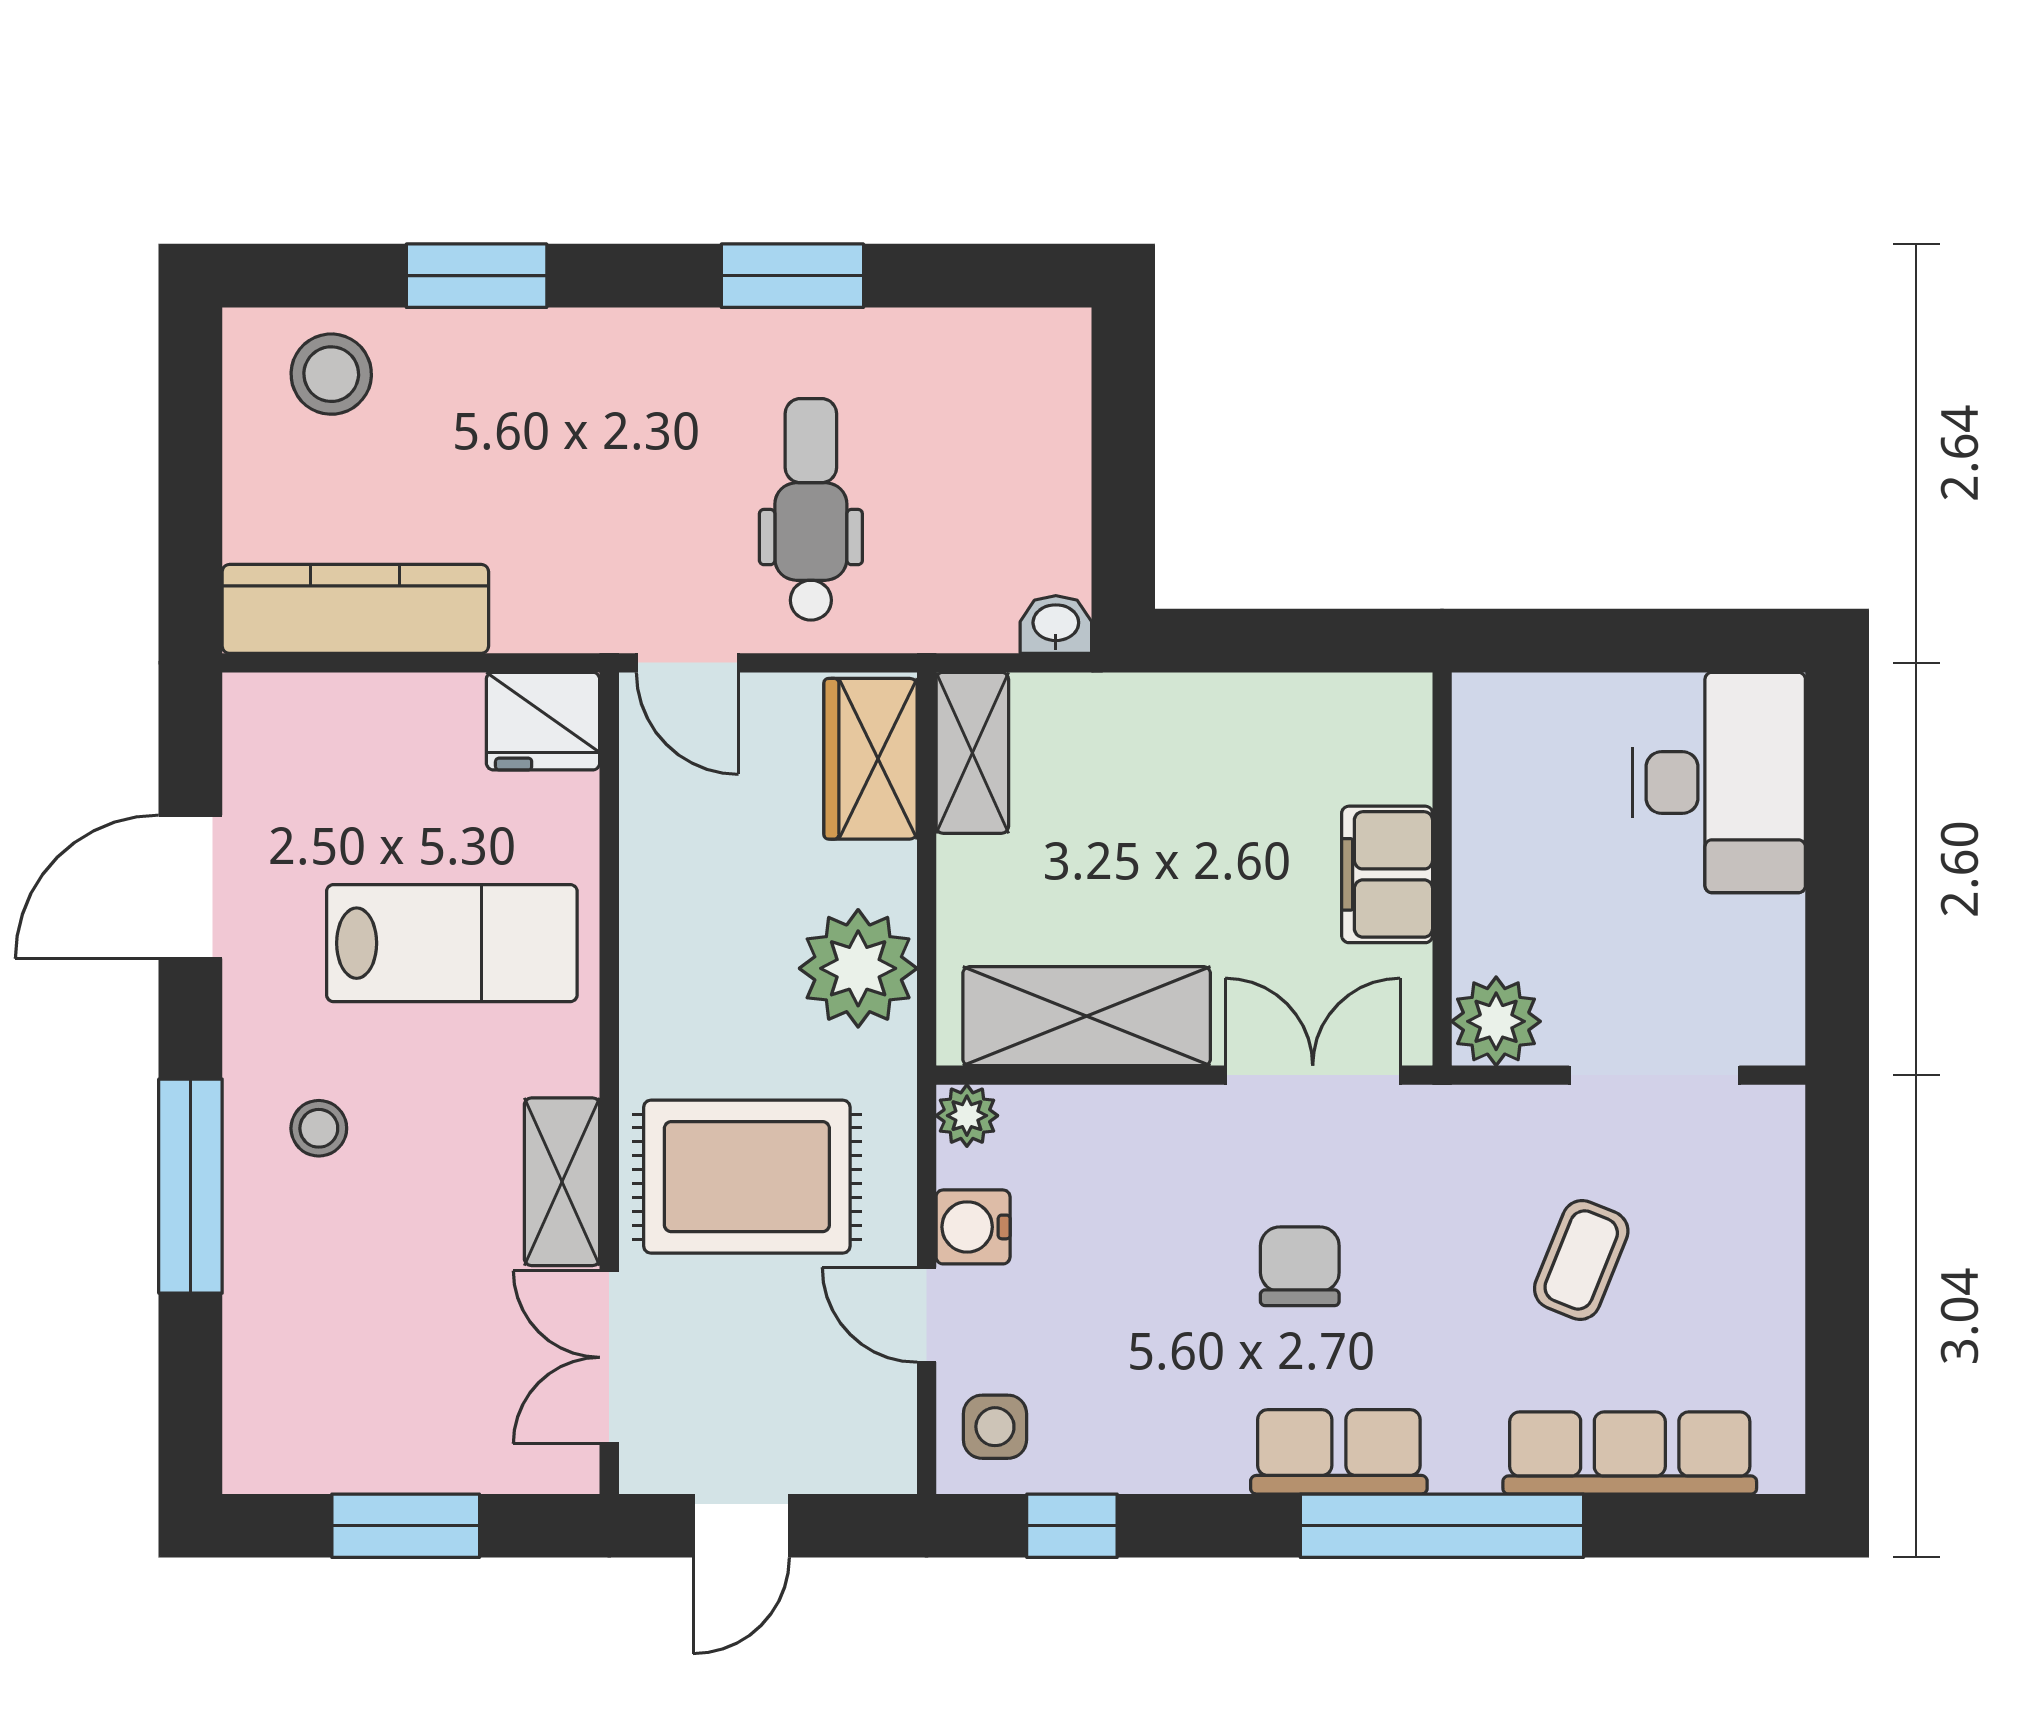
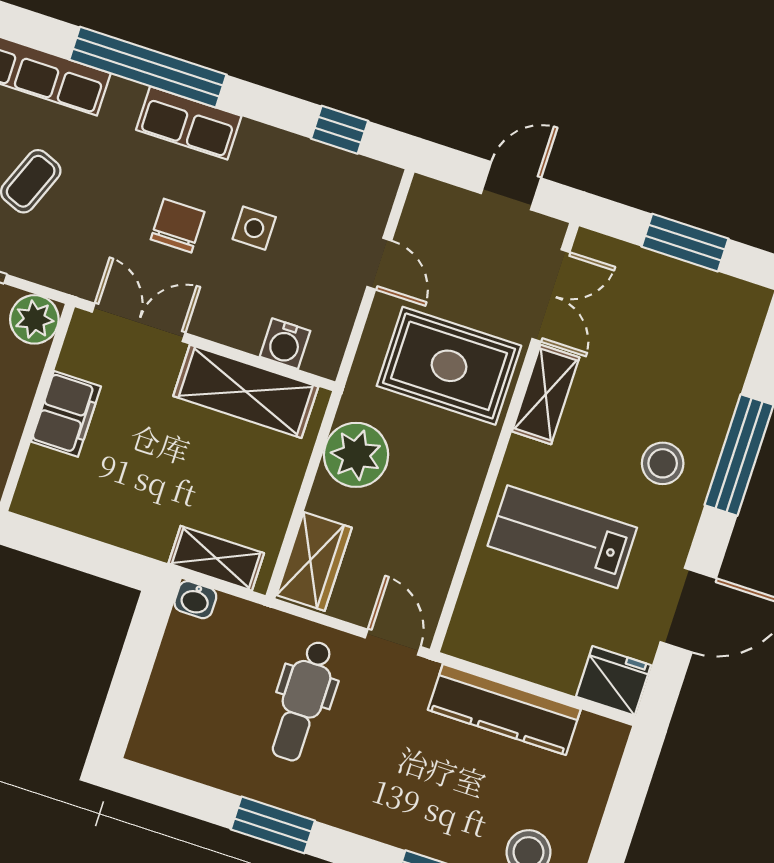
kitchen counter: (355, 609) -> (504, 710), moved
fridge: (543, 721) -> (613, 681), moved
shelving: (972, 753) -> (216, 558), moved, turned 90
double door: (1313, 1075) -> (139, 322), swing flipped
plant: (967, 1116) -> (325, 360), removed
stool: (319, 1128) -> (663, 463), width x1.37, depth x1.37
water cooler: (973, 1227) -> (285, 344), moved, turned 90
chair: (1300, 1266) -> (178, 226), turned 180
side table: (995, 1427) -> (254, 228), moved

